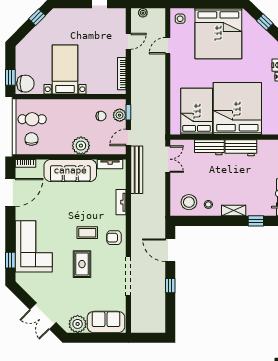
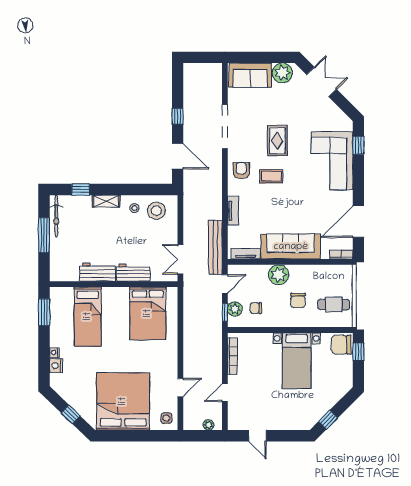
bed: (237, 109) -> (88, 316), width x0.49
chair: (31, 139) -> (298, 300), moved
armchair: (114, 238) -> (241, 171), turned -90

